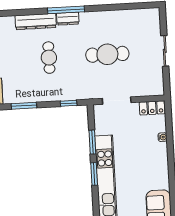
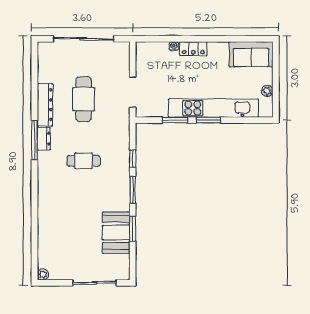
dresser: (36, 21) -> (45, 105), moved
sliding door: (165, 51) -> (83, 39), width x1.86
window: (69, 103) -> (133, 159), moved
locker: (152, 108) -> (193, 49), moved, turned 90

